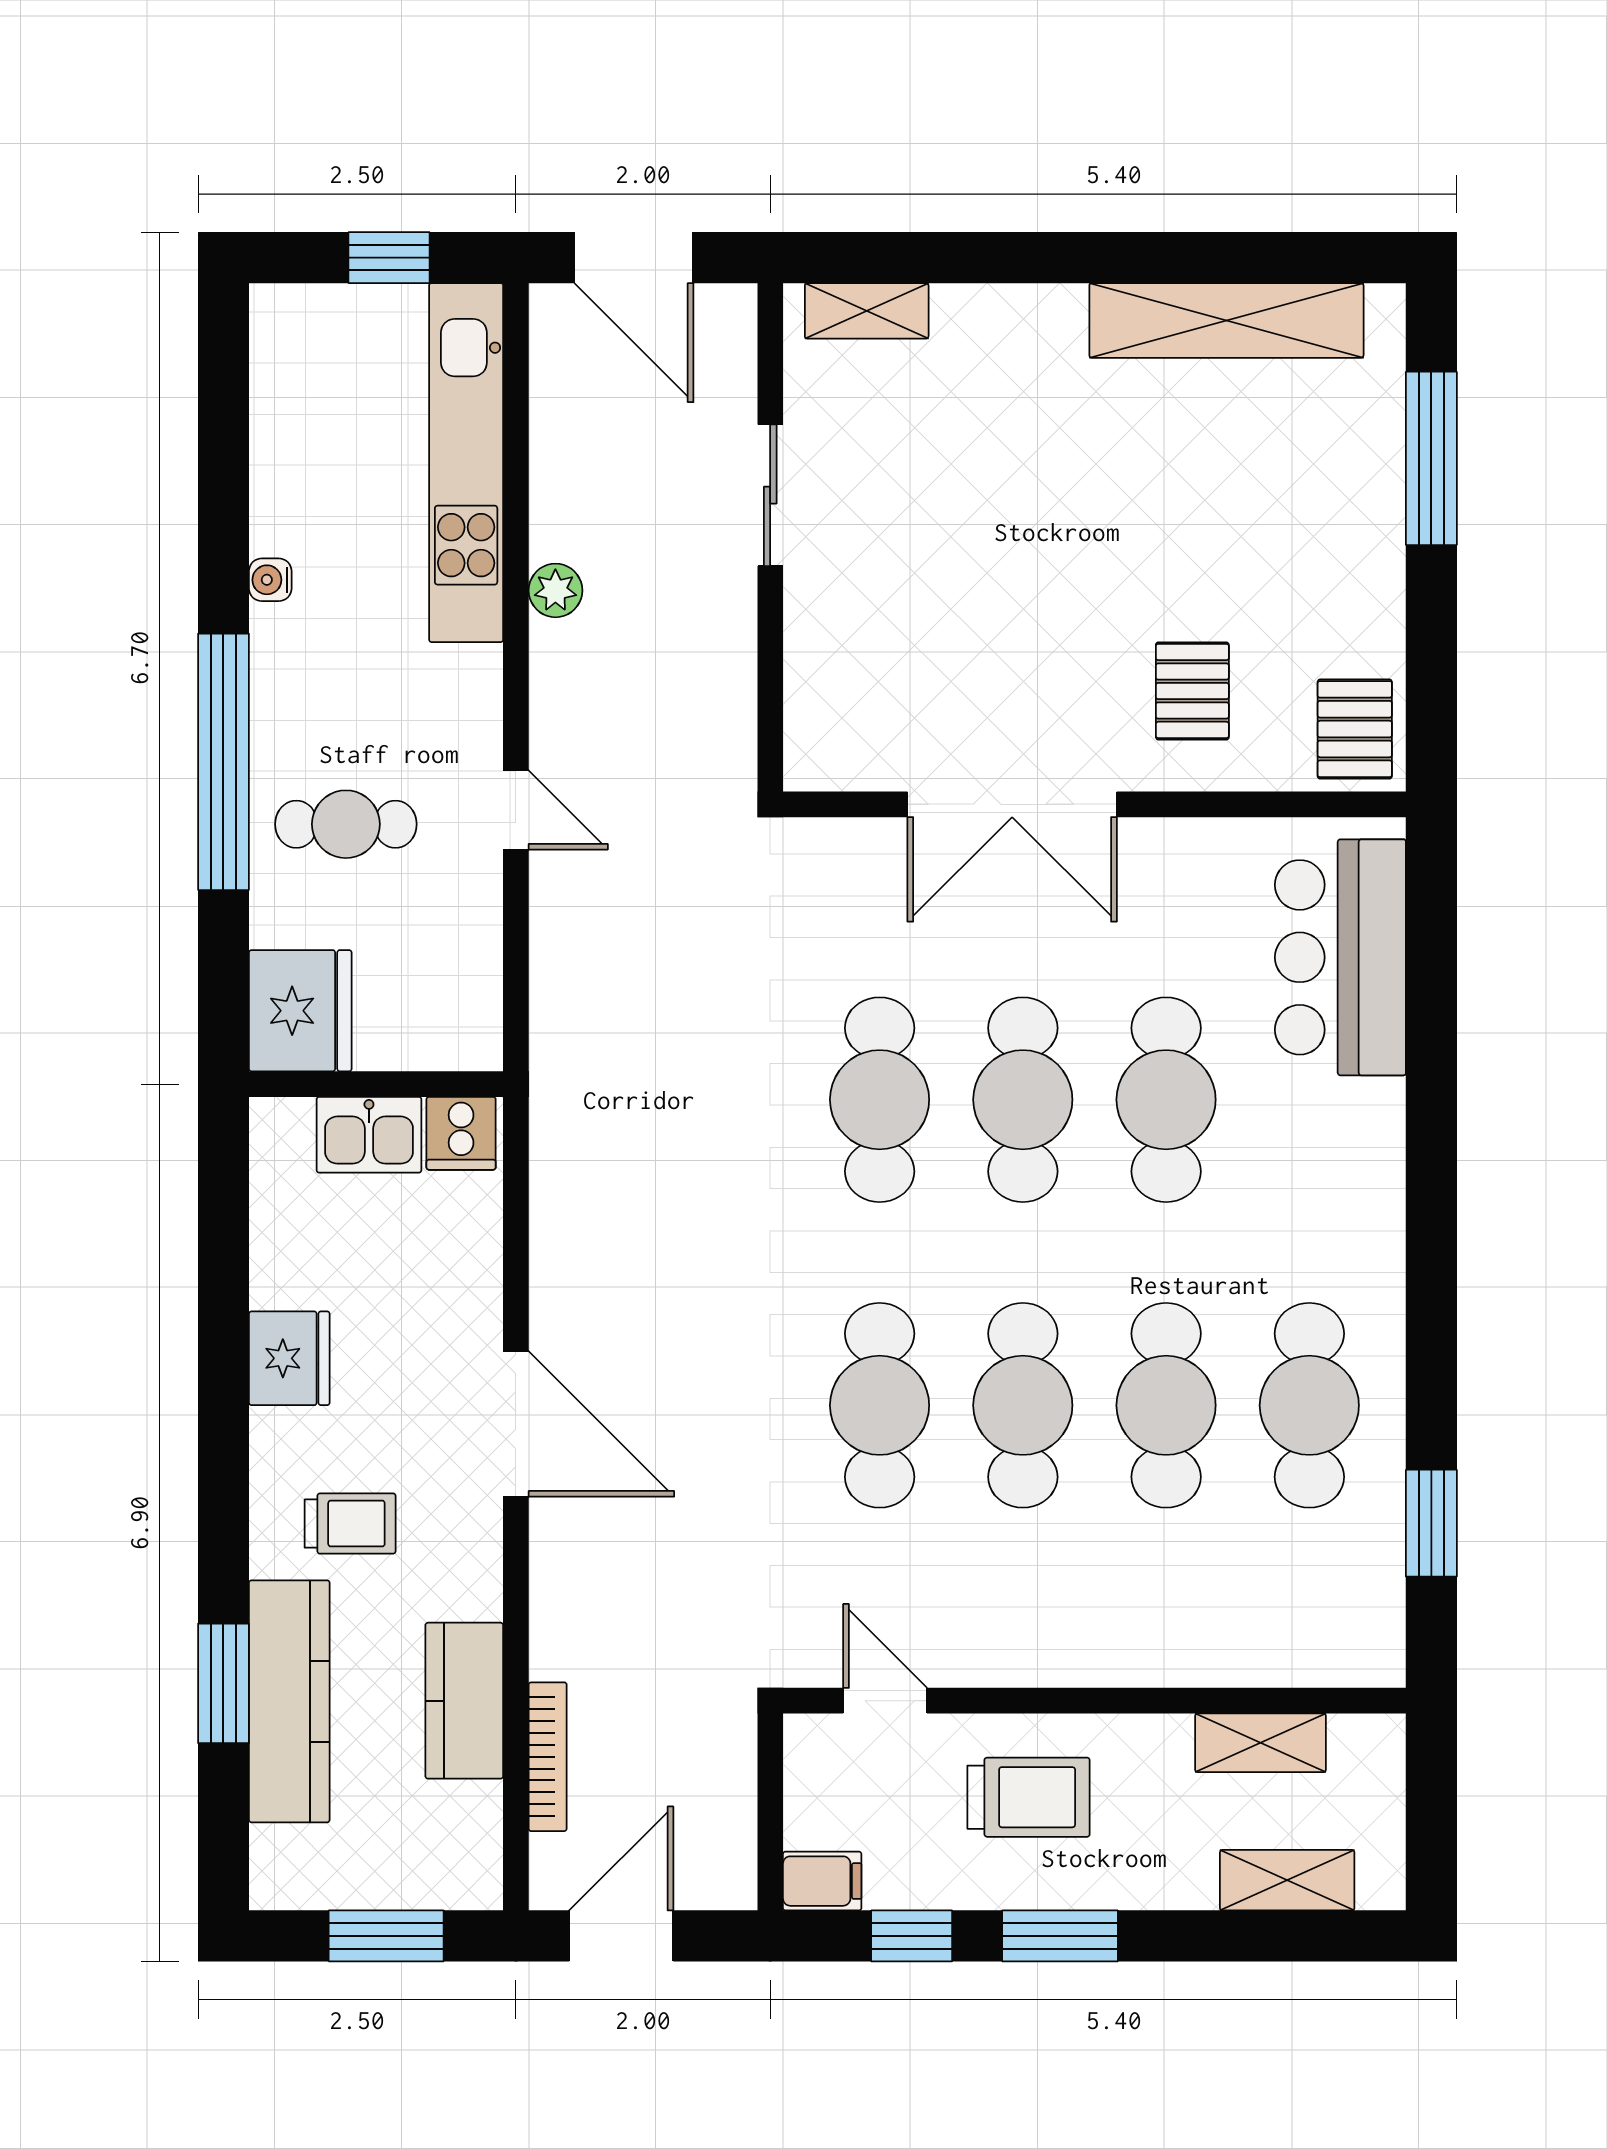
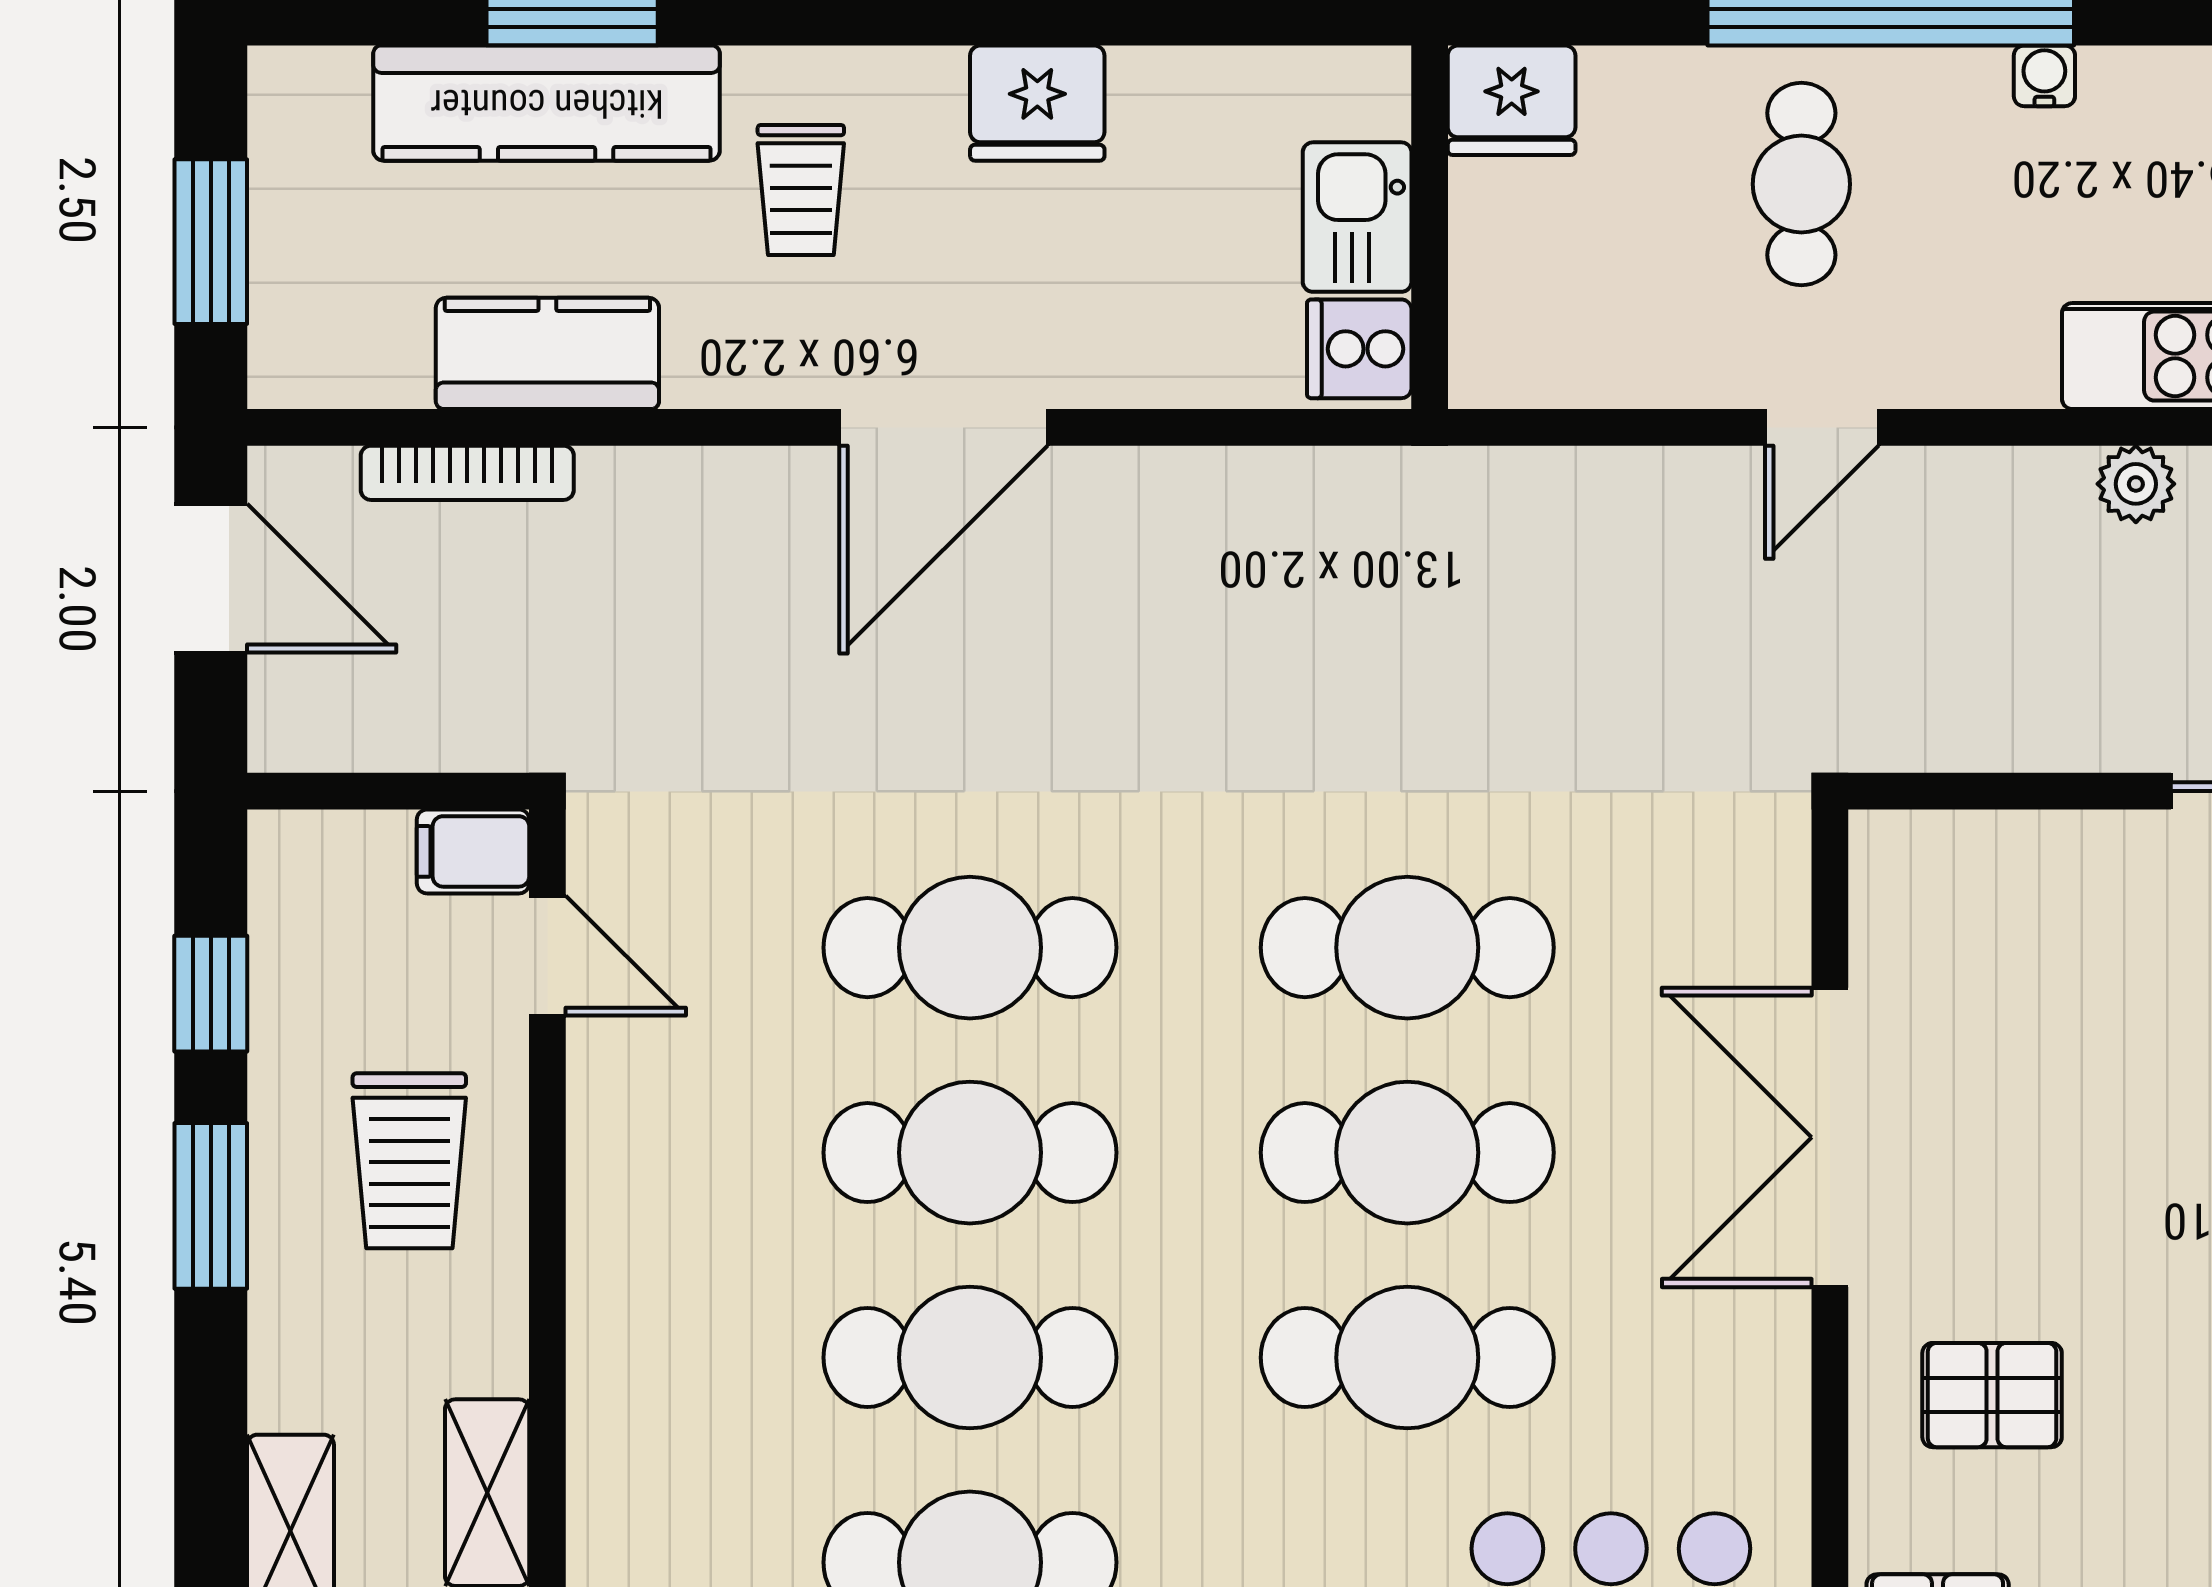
water cooler: (270, 580) -> (2044, 76), moved
fridge: (300, 1011) -> (1512, 100), width x0.73, depth x0.75
door: (885, 1701) -> (547, 956), hinge flipped
filing cabinet: (822, 1881) -> (473, 851), moved, turned 90

